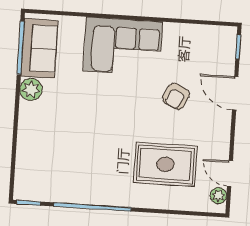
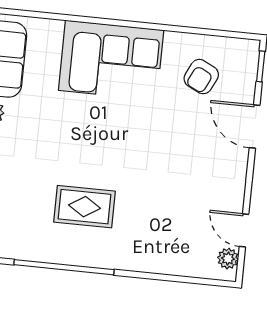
armchair: (176, 96) -> (201, 77), moved
rug: (165, 164) -> (84, 207), moved, width x0.73, depth x0.70

